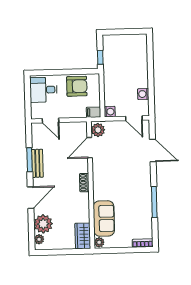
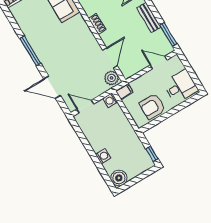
boiler: (139, 42) -> (119, 178), added
window: (100, 57) -> (152, 154), moved
washing machine: (143, 94) -> (103, 156), moved
window: (29, 160) -> (168, 34), moved
window: (154, 202) -> (30, 51), moved

